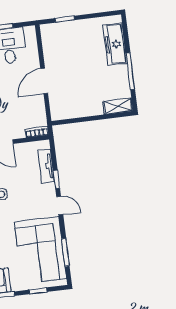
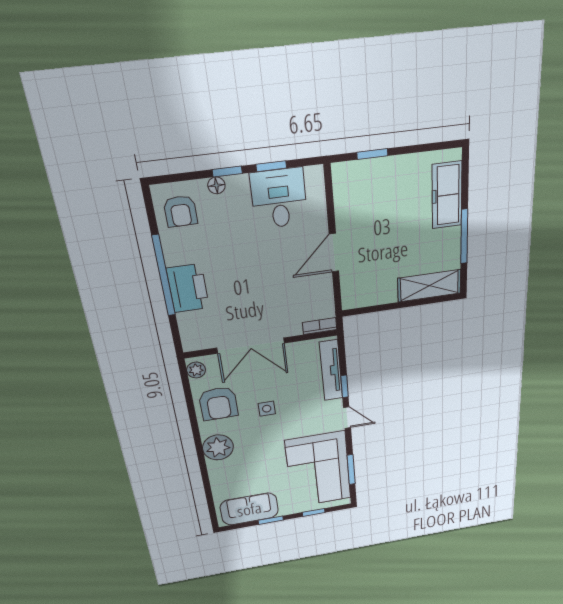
shelving: (118, 106) -> (429, 286), width x1.50, depth x1.33
tv unit: (46, 166) -> (331, 370), width x1.41

